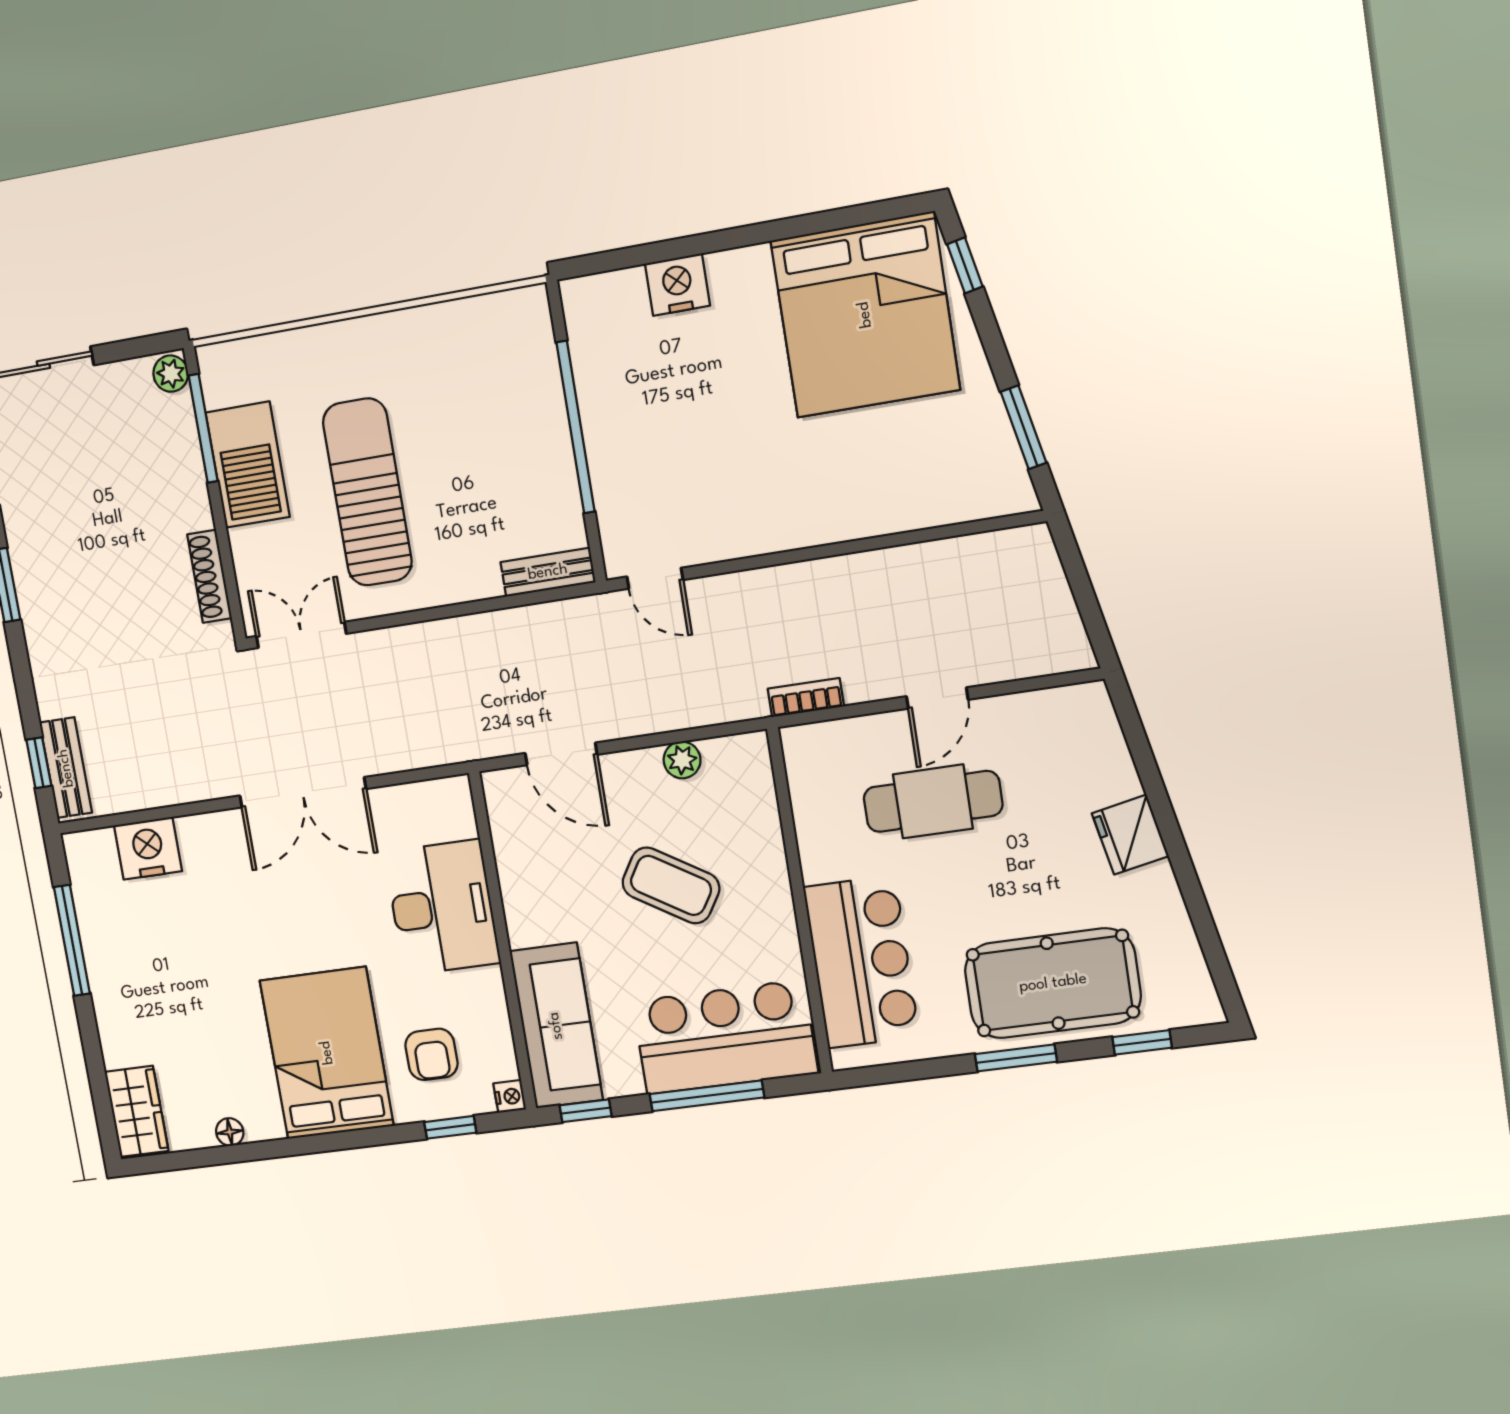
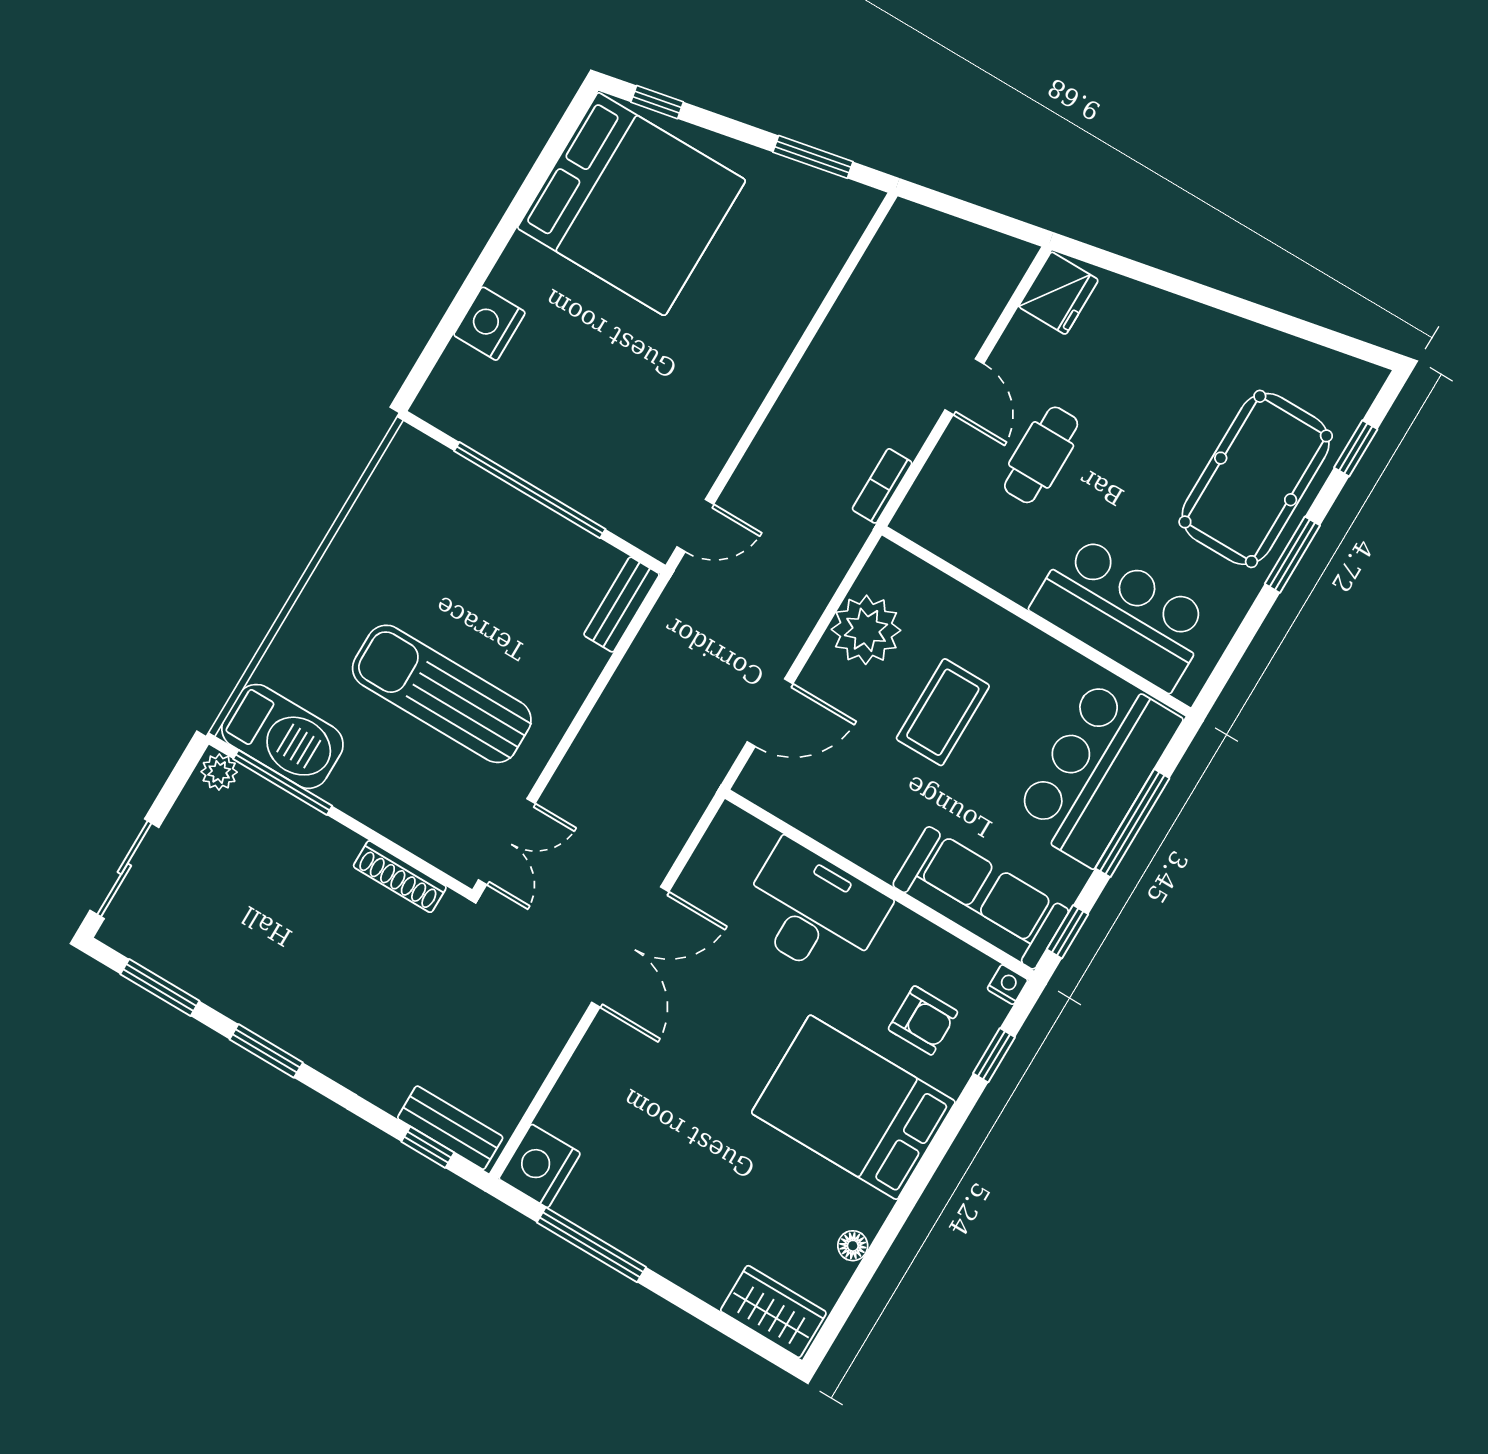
barbecue: (248, 465) -> (282, 736), moved
double door: (301, 635) -> (507, 842), swing flipped
plant: (682, 760) -> (866, 630), width x1.88, depth x1.88
cafe table: (933, 801) -> (1041, 455), width x0.73, depth x0.74
fridge: (1130, 835) -> (1059, 293), moved, turned -79
nightstand: (148, 848) -> (540, 1166), moved
coffee table: (671, 885) -> (943, 712), turned -32

